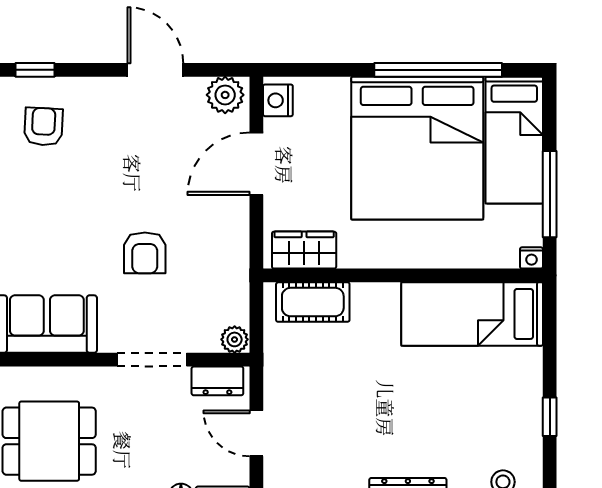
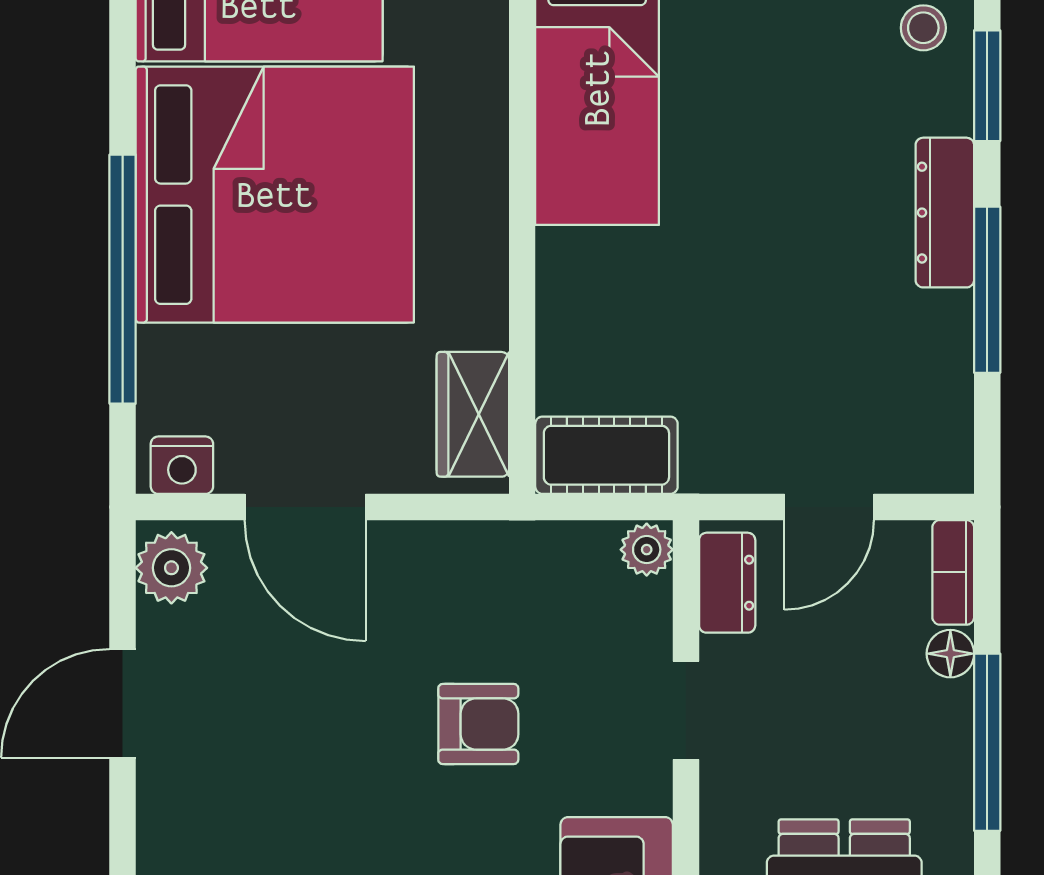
window: (438, 70) -> (123, 279), moved
cot: (313, 302) -> (606, 455), moved, turned 90
doorway: (152, 360) -> (686, 710), width x0.73

